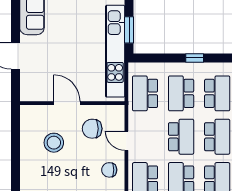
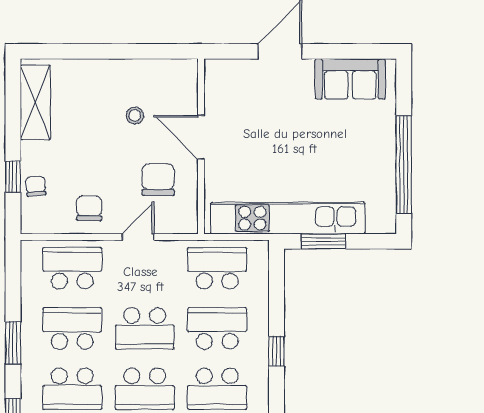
door: (67, 103) -> (201, 137), swing flipped
stool: (54, 143) -> (135, 115), width x0.53, depth x0.53

